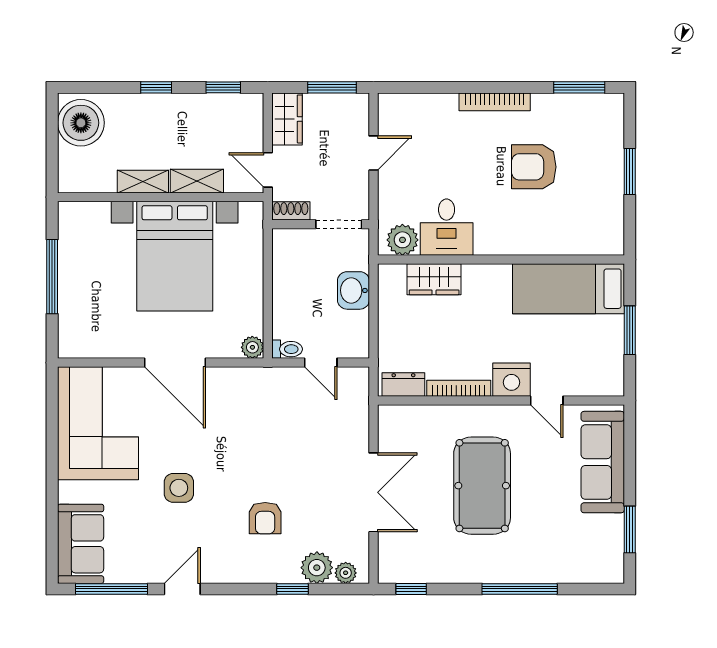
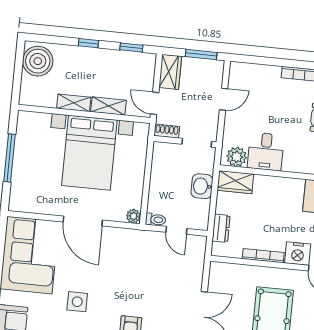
wardrobe: (434, 279) -> (235, 182), moved
dresser: (403, 384) -> (221, 228), moved, turned 90

